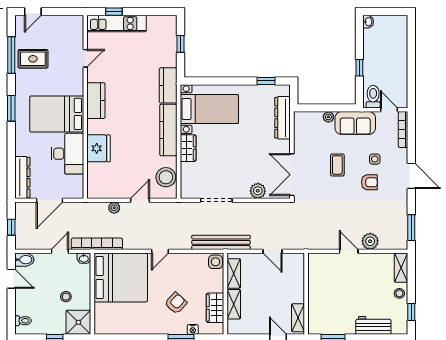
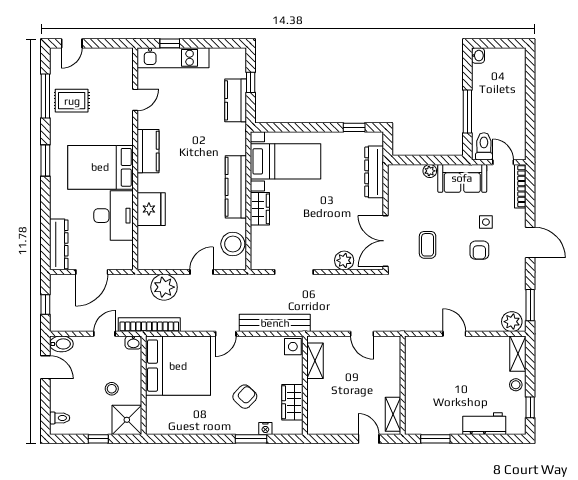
window: (359, 68) -> (467, 111), width x2.17
kitchen counter: (168, 85) -> (236, 100), moved
coffee table: (337, 165) -> (428, 245), moved
armchair: (369, 182) -> (479, 250), turned 90
plant: (114, 208) -> (164, 287), width x1.88, depth x1.88
plant: (370, 241) -> (512, 322), moved
bench: (221, 242) -> (275, 323), moved
shelving: (234, 304) -> (315, 398), removed

